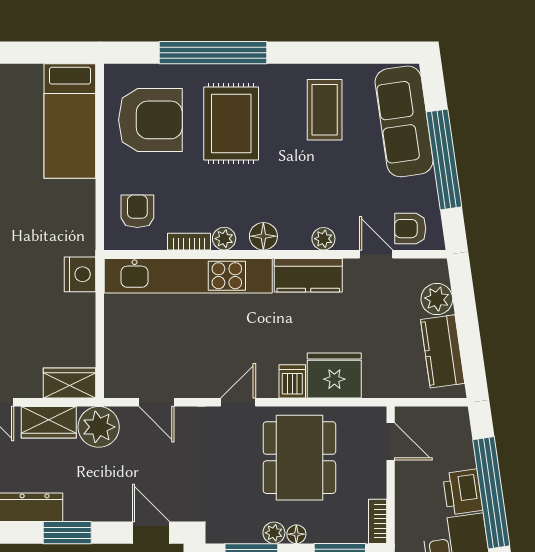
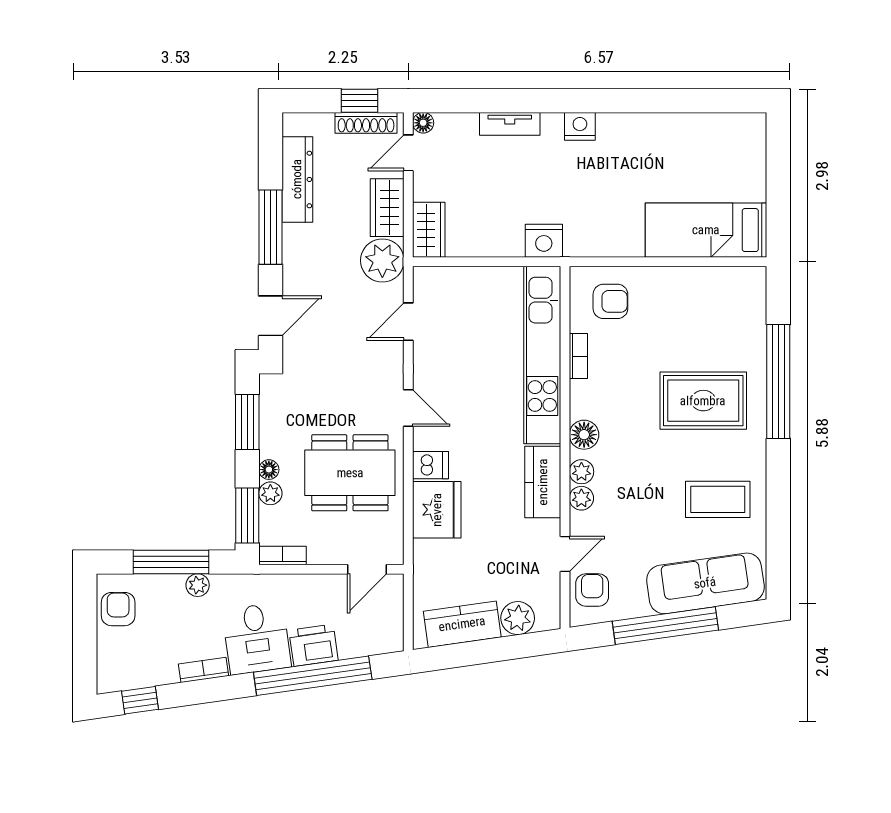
armchair: (150, 120) -> (707, 315), removed
plant: (224, 239) -> (581, 472), moved
window: (67, 533) -> (271, 227), width x1.44
plant: (274, 533) -> (270, 493), moved

